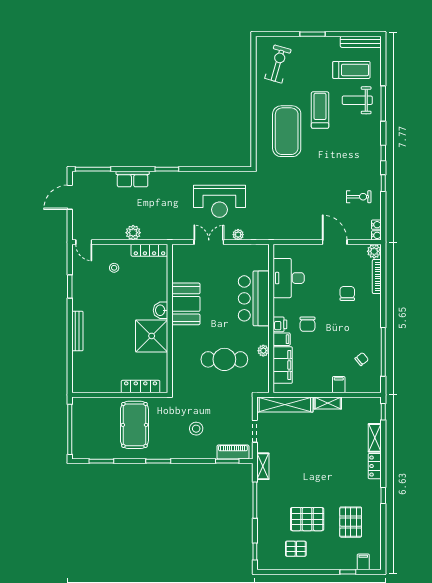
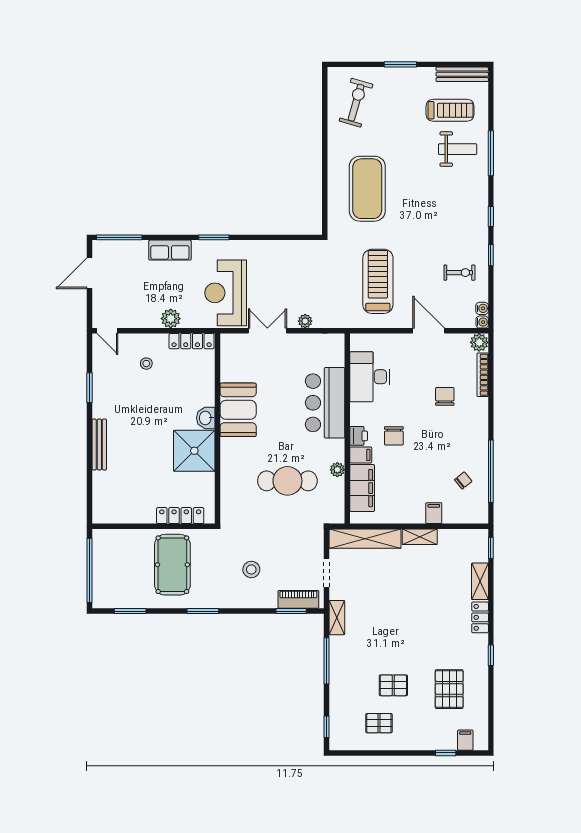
weight bench: (357, 100) -> (458, 149), turned 180
treadmill: (320, 110) -> (378, 281), moved, width x1.37, depth x1.38
reception desk: (219, 201) -> (226, 293), moved, turned 90
pallet: (307, 519) -> (393, 685), width x0.67, depth x0.71

